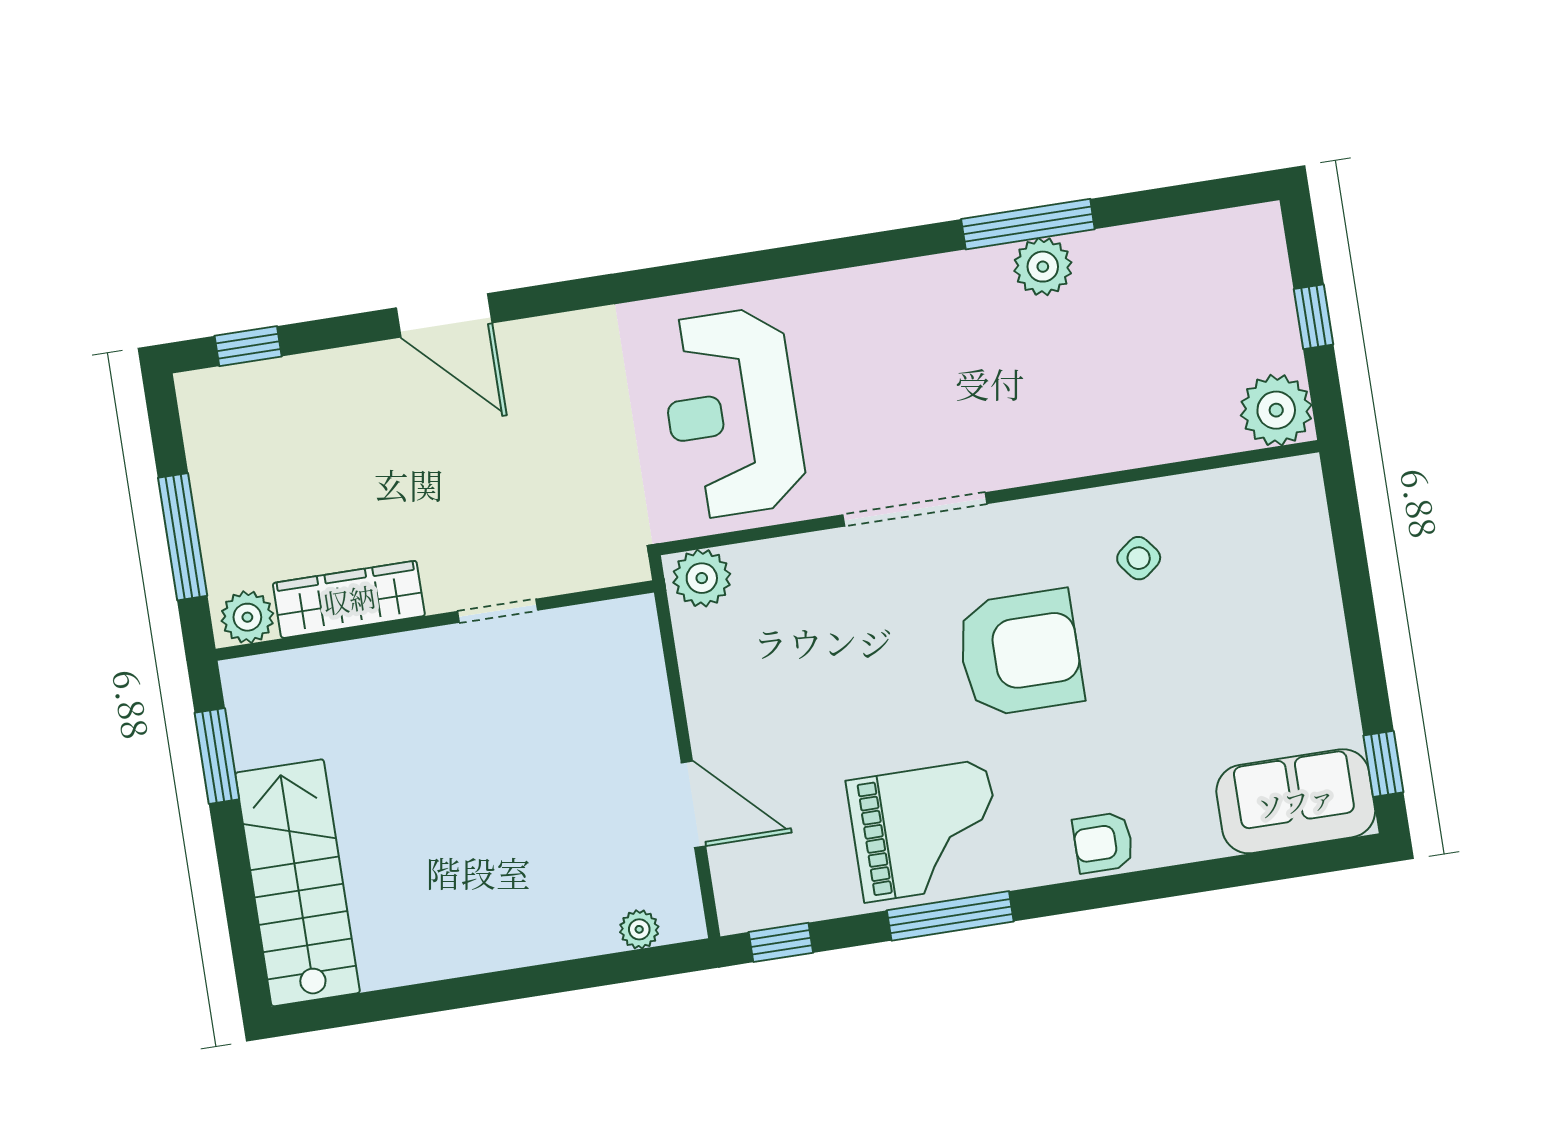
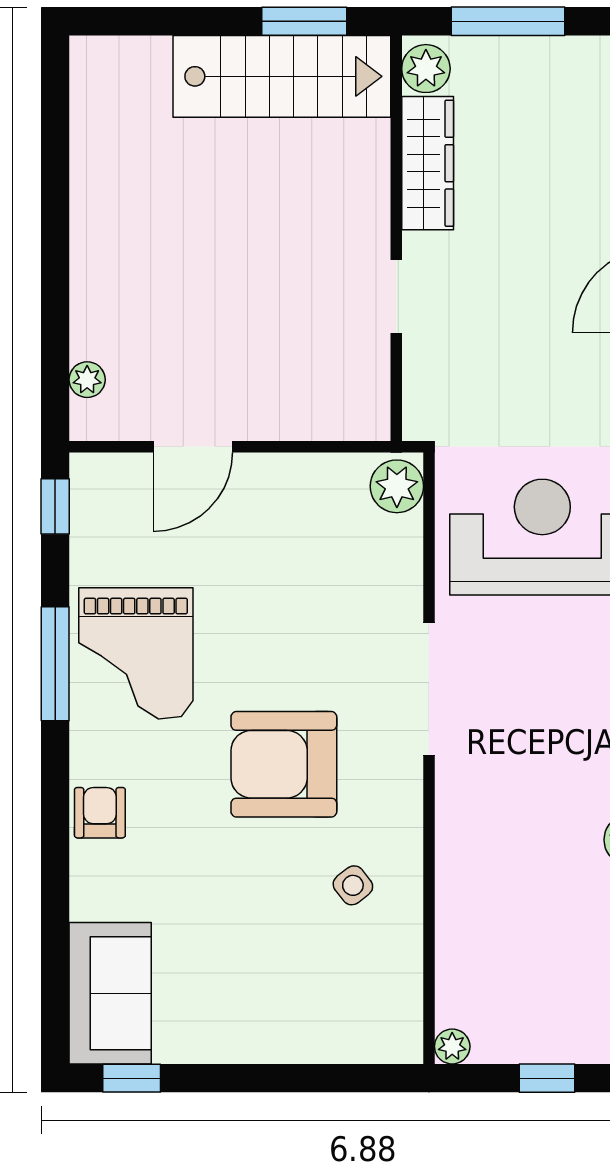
plant: (1276, 410) -> (452, 1046), width x0.53, depth x0.53
armchair: (1020, 653) -> (284, 764), turned 90
stairs: (298, 883) -> (282, 76), moved

